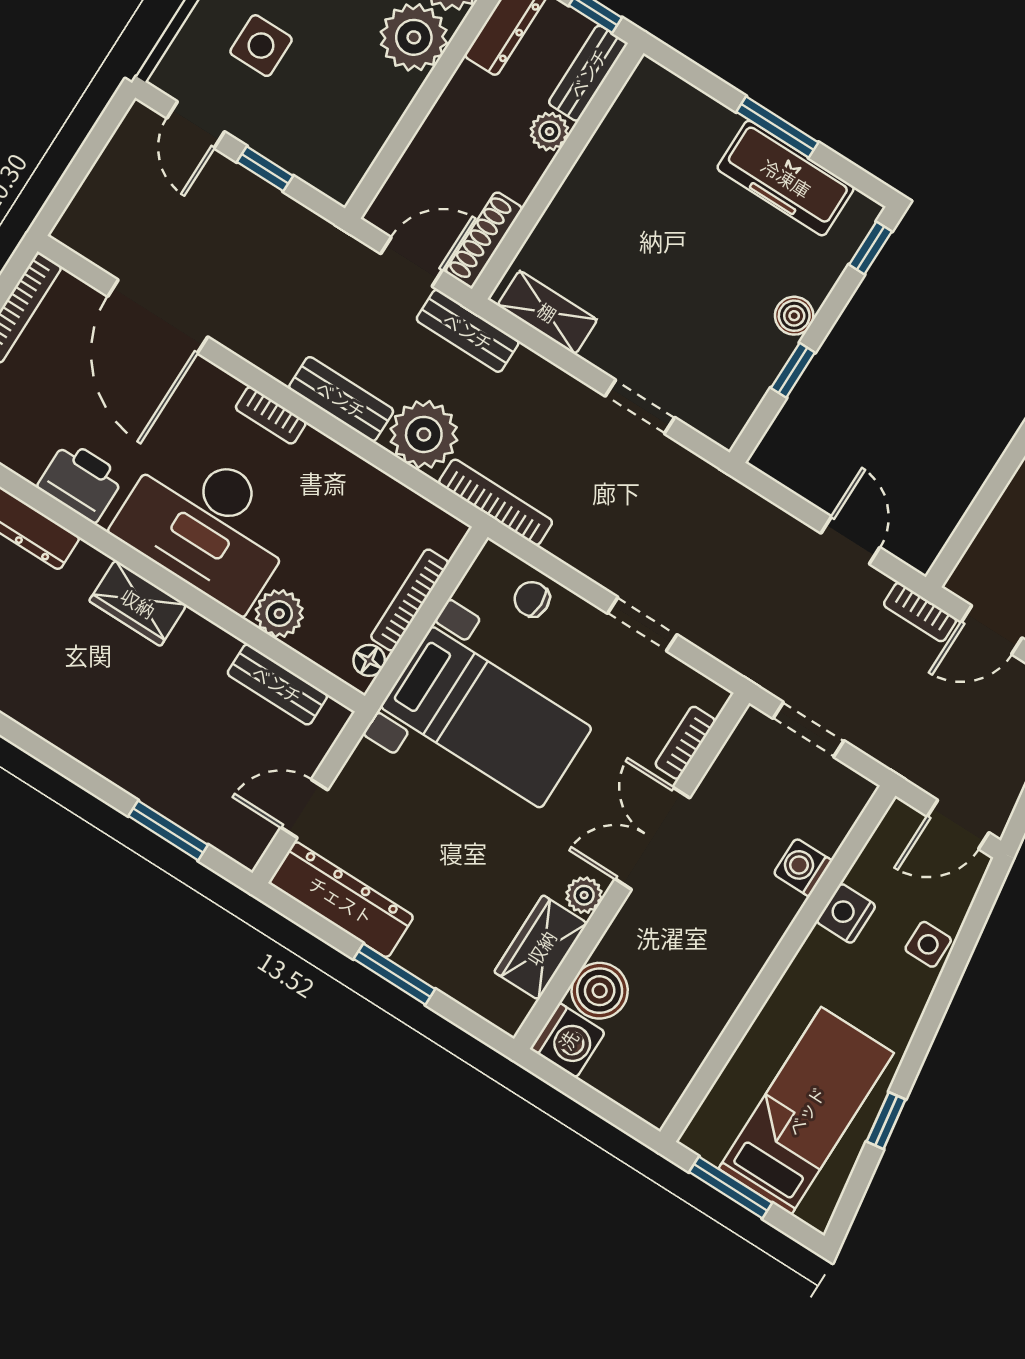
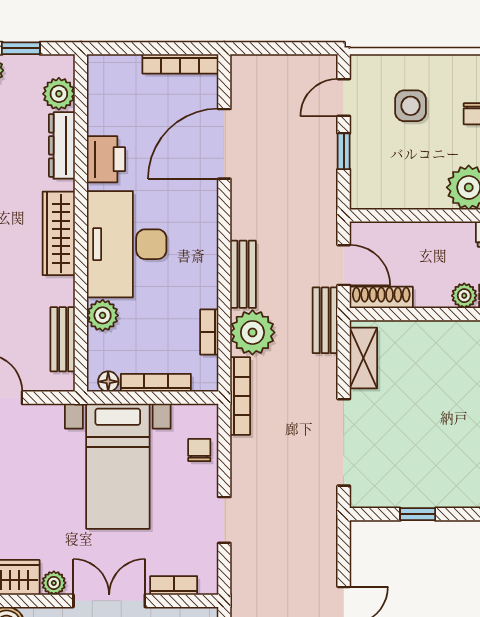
boiler: (794, 316) -> (448, 496), removed
doorway: (640, 407) -> (344, 442), width x1.88
bookcase: (271, 415) -> (209, 332), moved
wardrobe: (138, 603) -> (59, 233), width x1.50

